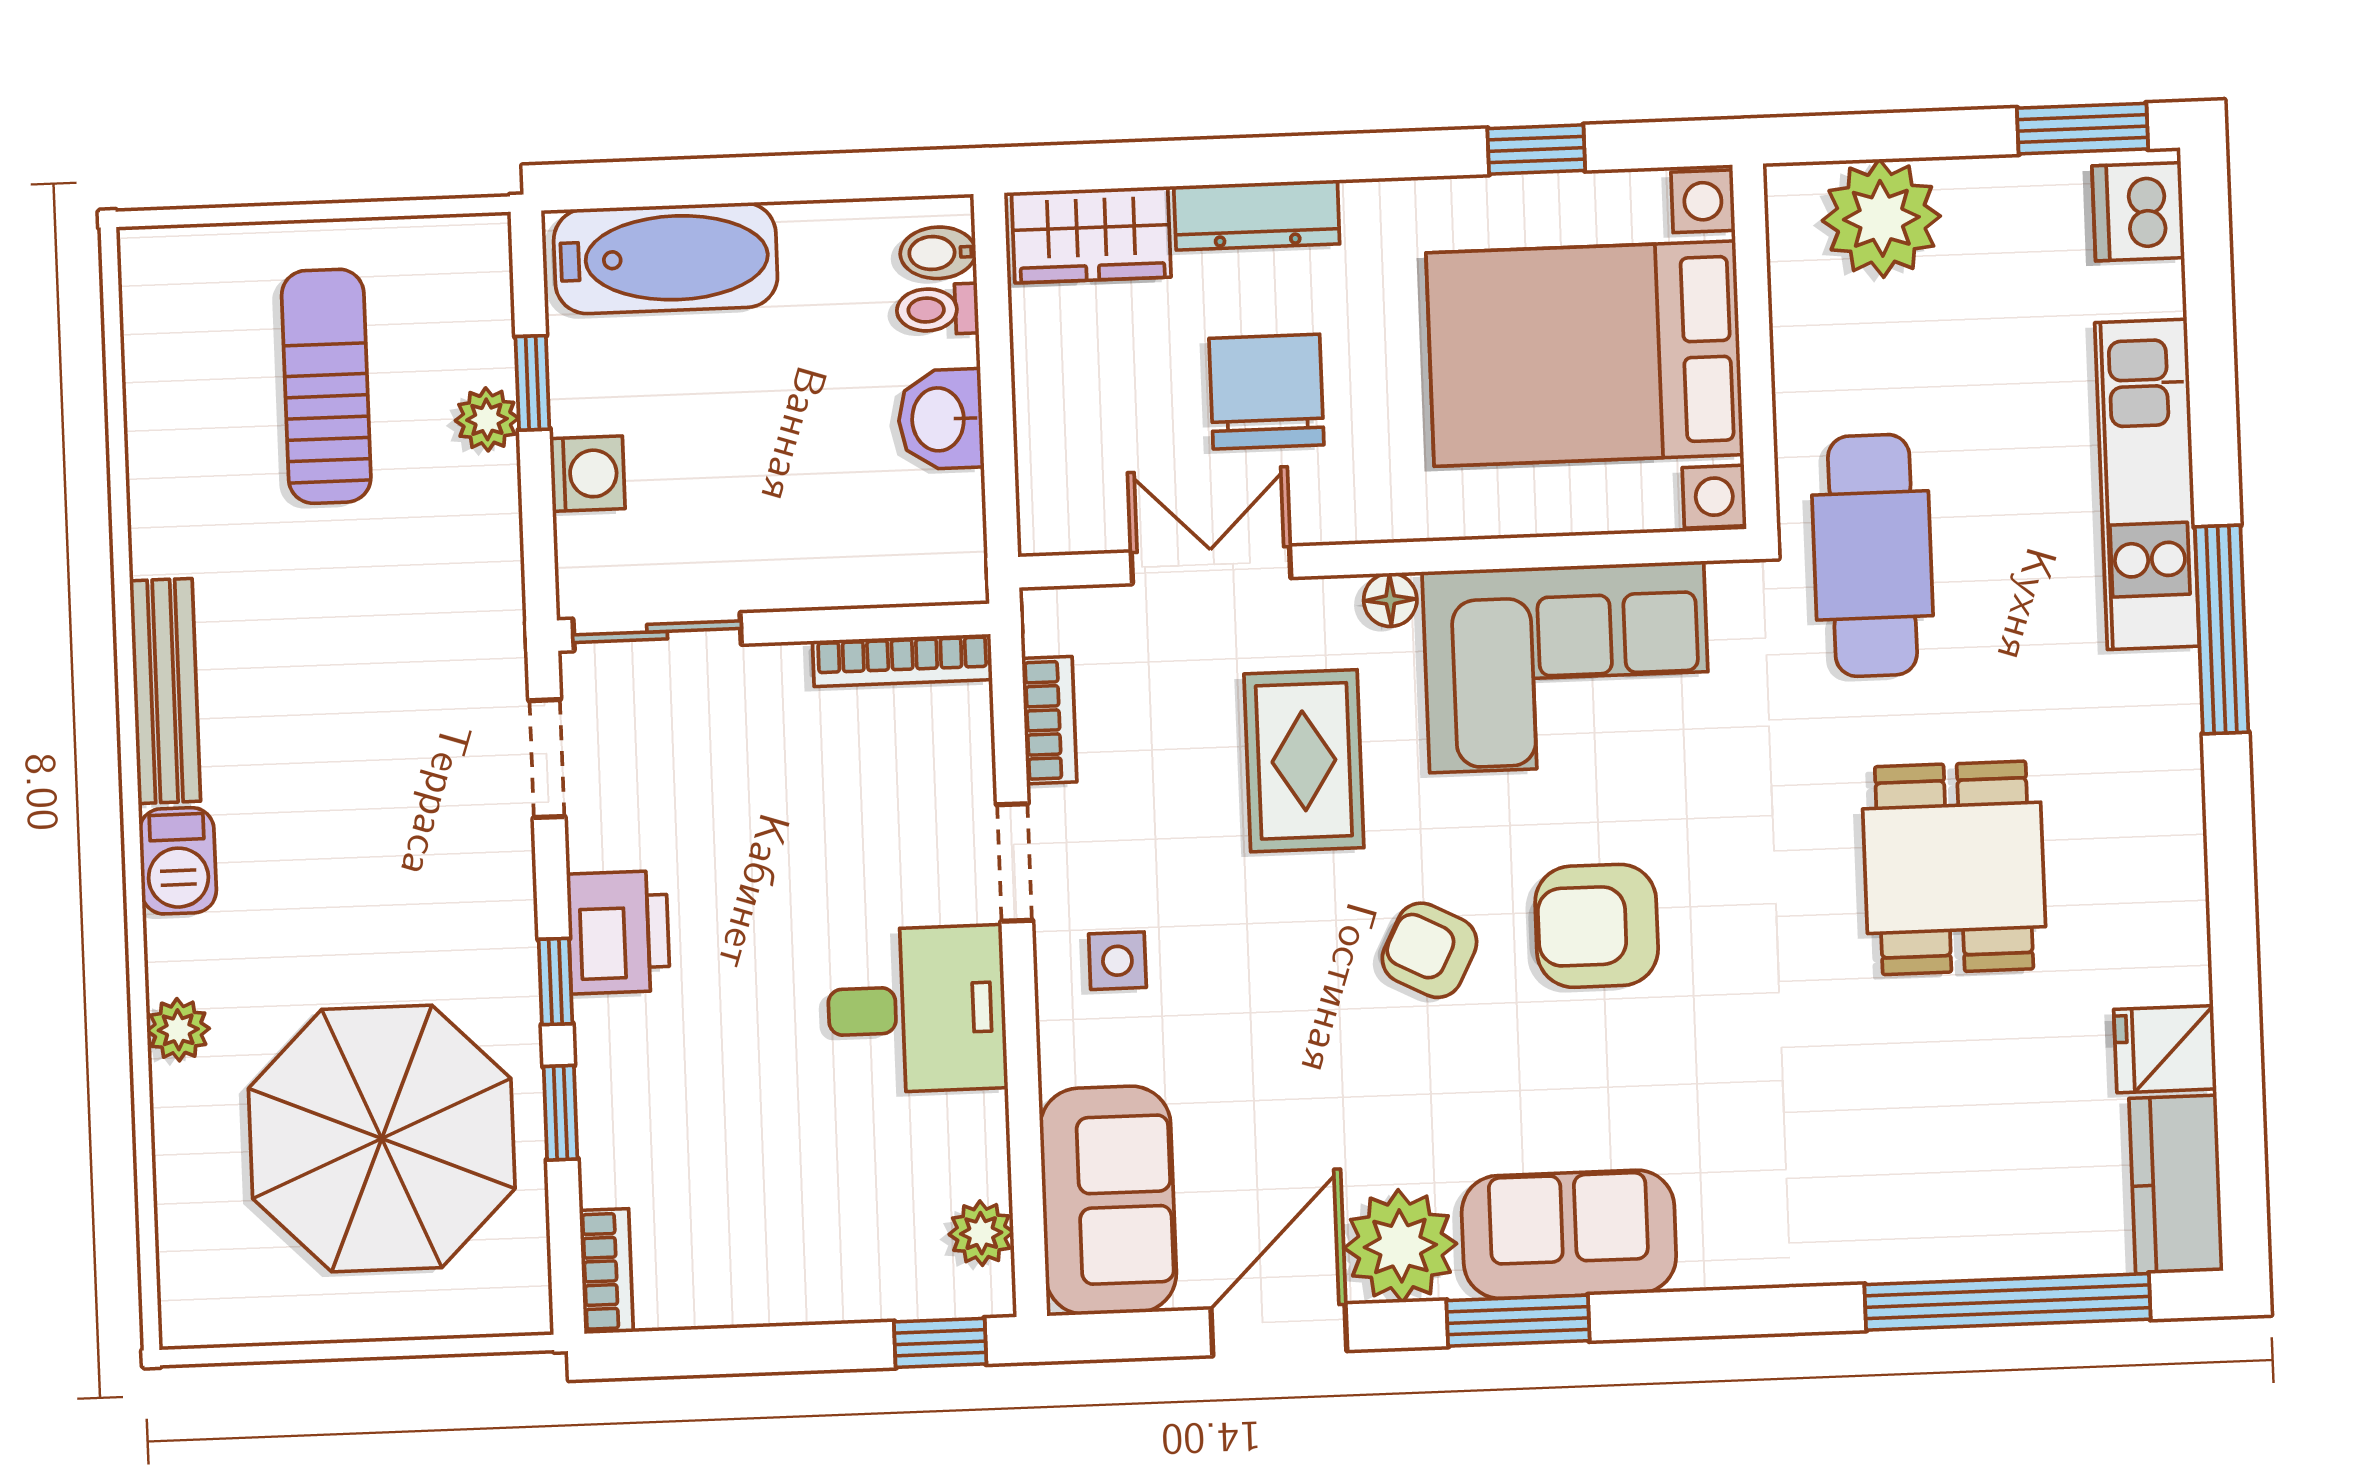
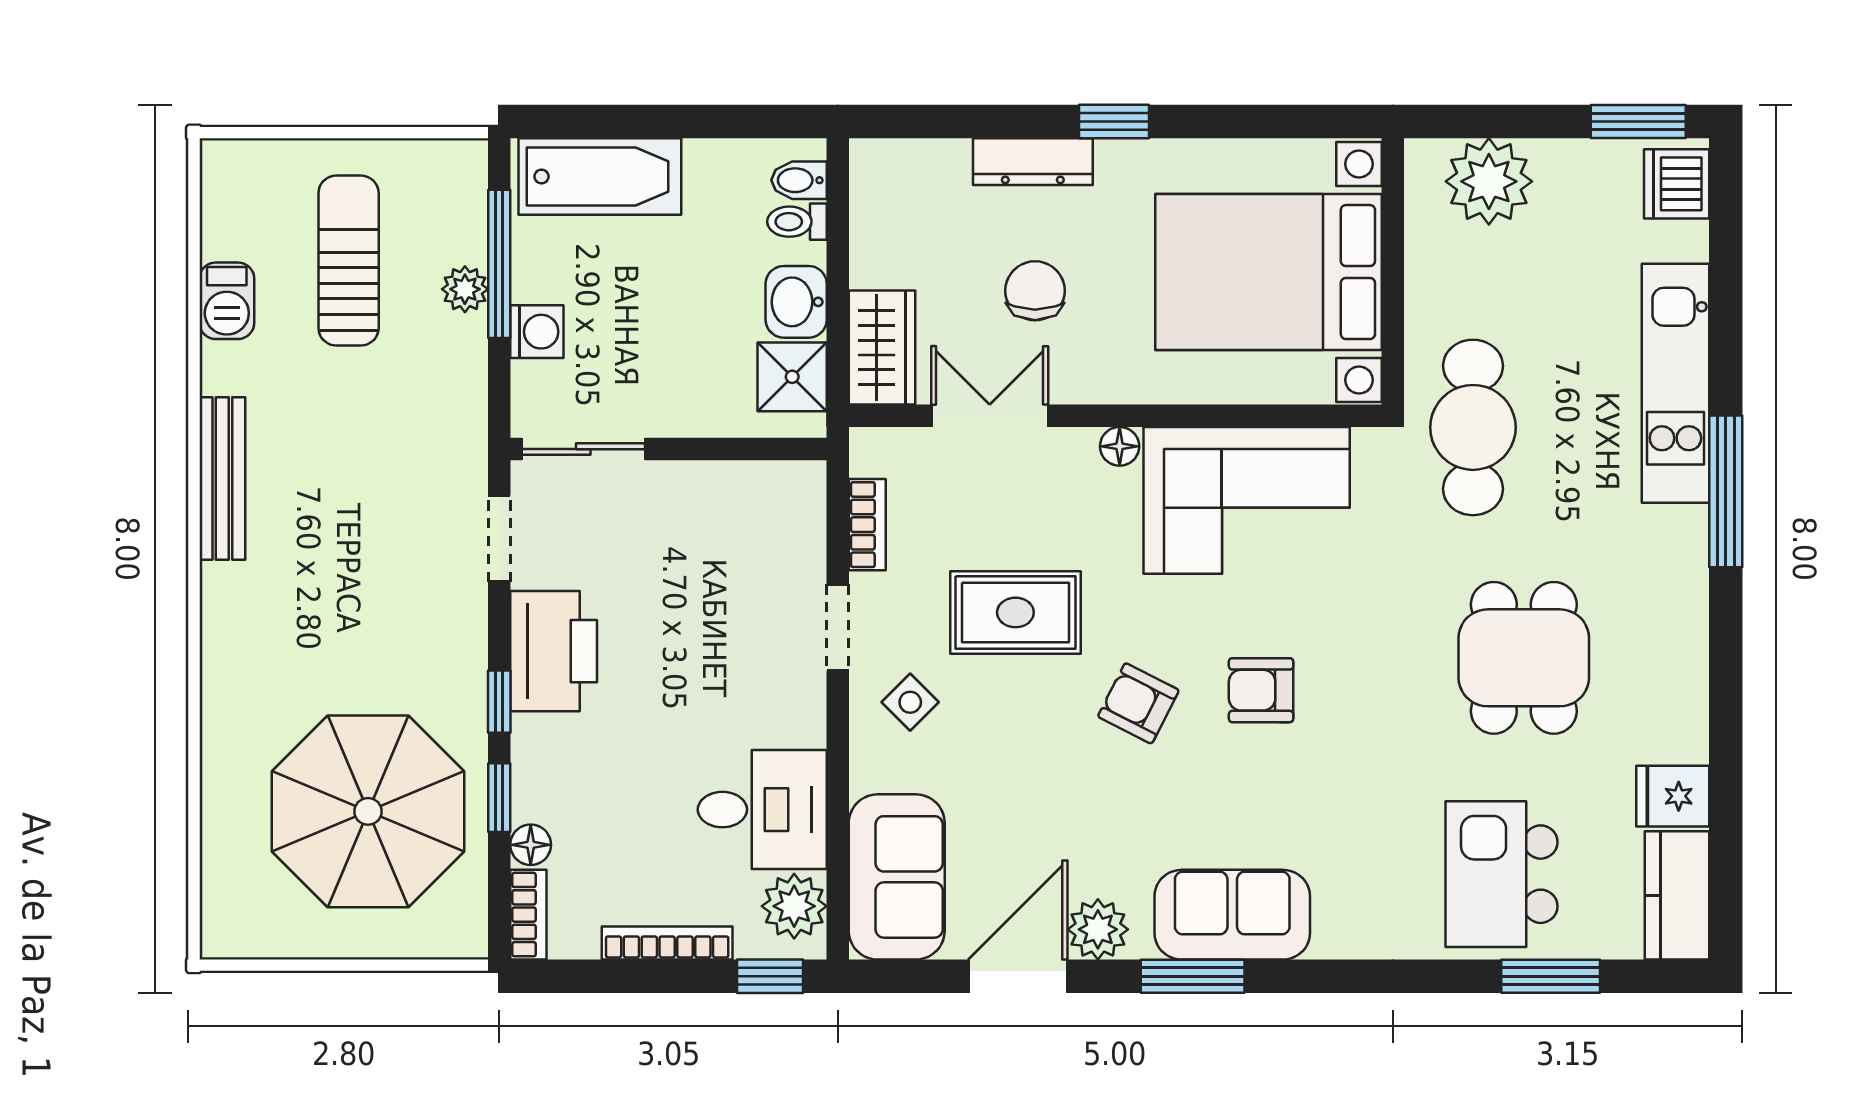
window: (1536, 150) -> (1114, 122), moved
wardrobe: (1091, 235) -> (882, 348), moved, turned -90
window: (532, 383) -> (499, 264), width x2.17
chair: (1266, 392) -> (1035, 291), width x0.73, depth x0.73
shower: (939, 522) -> (792, 377), added
bookcase: (902, 660) -> (667, 943), moved, turned 180
rug: (1304, 761) -> (1015, 612), moved, turned 90
barbecue: (178, 861) -> (227, 301), moved
armchair: (1597, 926) -> (1261, 690), width x0.72, depth x0.72
printer: (618, 932) -> (554, 651), width x1.37, depth x1.19
side table: (1117, 961) -> (910, 702), turned 45
desk: (917, 1009) -> (762, 810), moved
plant: (178, 1030) -> (222, 726), removed
kitchen island: (1935, 1165) -> (1501, 874), added
floor lamp: (606, 1176) -> (531, 845), added
plant: (981, 1233) -> (794, 906), width x1.38, depth x1.38
plant: (1400, 1246) -> (1098, 929), width x0.73, depth x0.73
window: (2008, 1302) -> (1551, 976), width x0.47

